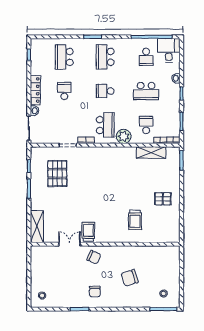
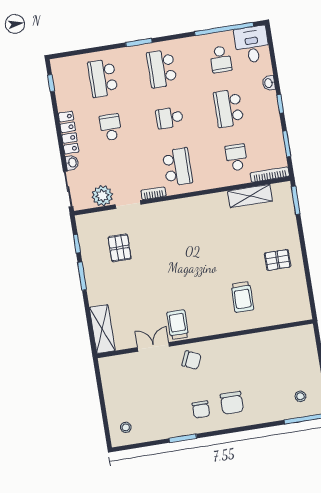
school desk: (146, 91) -> (229, 108), turned 90
plant: (124, 136) -> (102, 196), moved
pallet: (57, 174) -> (120, 248), width x0.67, depth x0.71
chair: (130, 278) -> (232, 403), moved, turned -73

